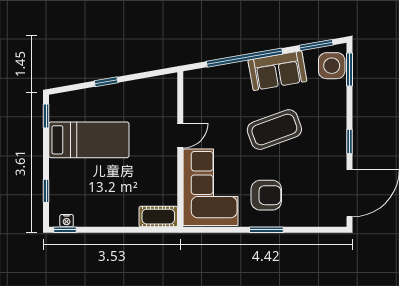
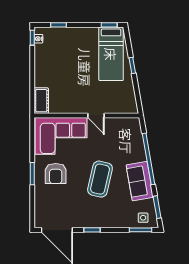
side table: (332, 66) -> (143, 218), width x0.54, depth x0.54
coffee table: (274, 130) -> (100, 179), turned 33
bed: (89, 140) -> (111, 54), moved

